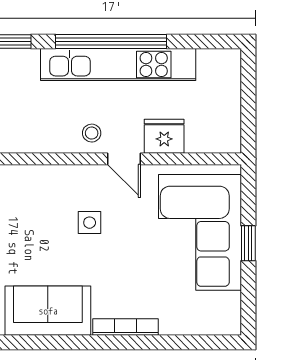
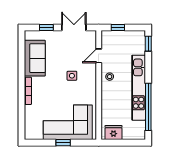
window: (111, 42) -> (148, 107), moved
fridge: (164, 136) -> (113, 133), moved, turned -90
door: (124, 159) -> (99, 56), moved

